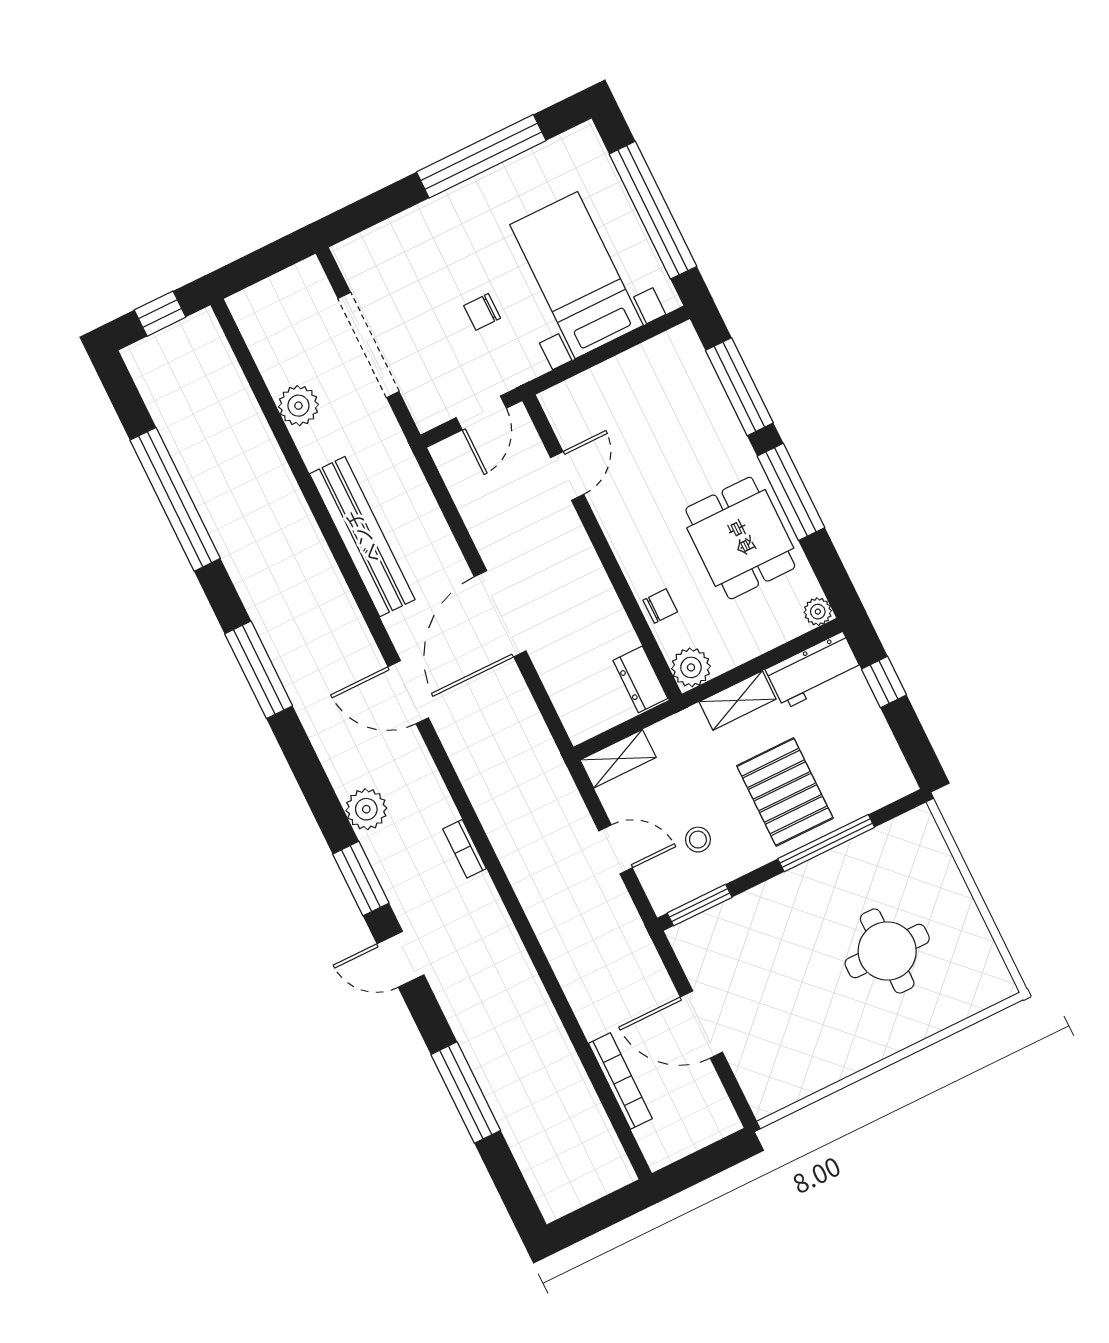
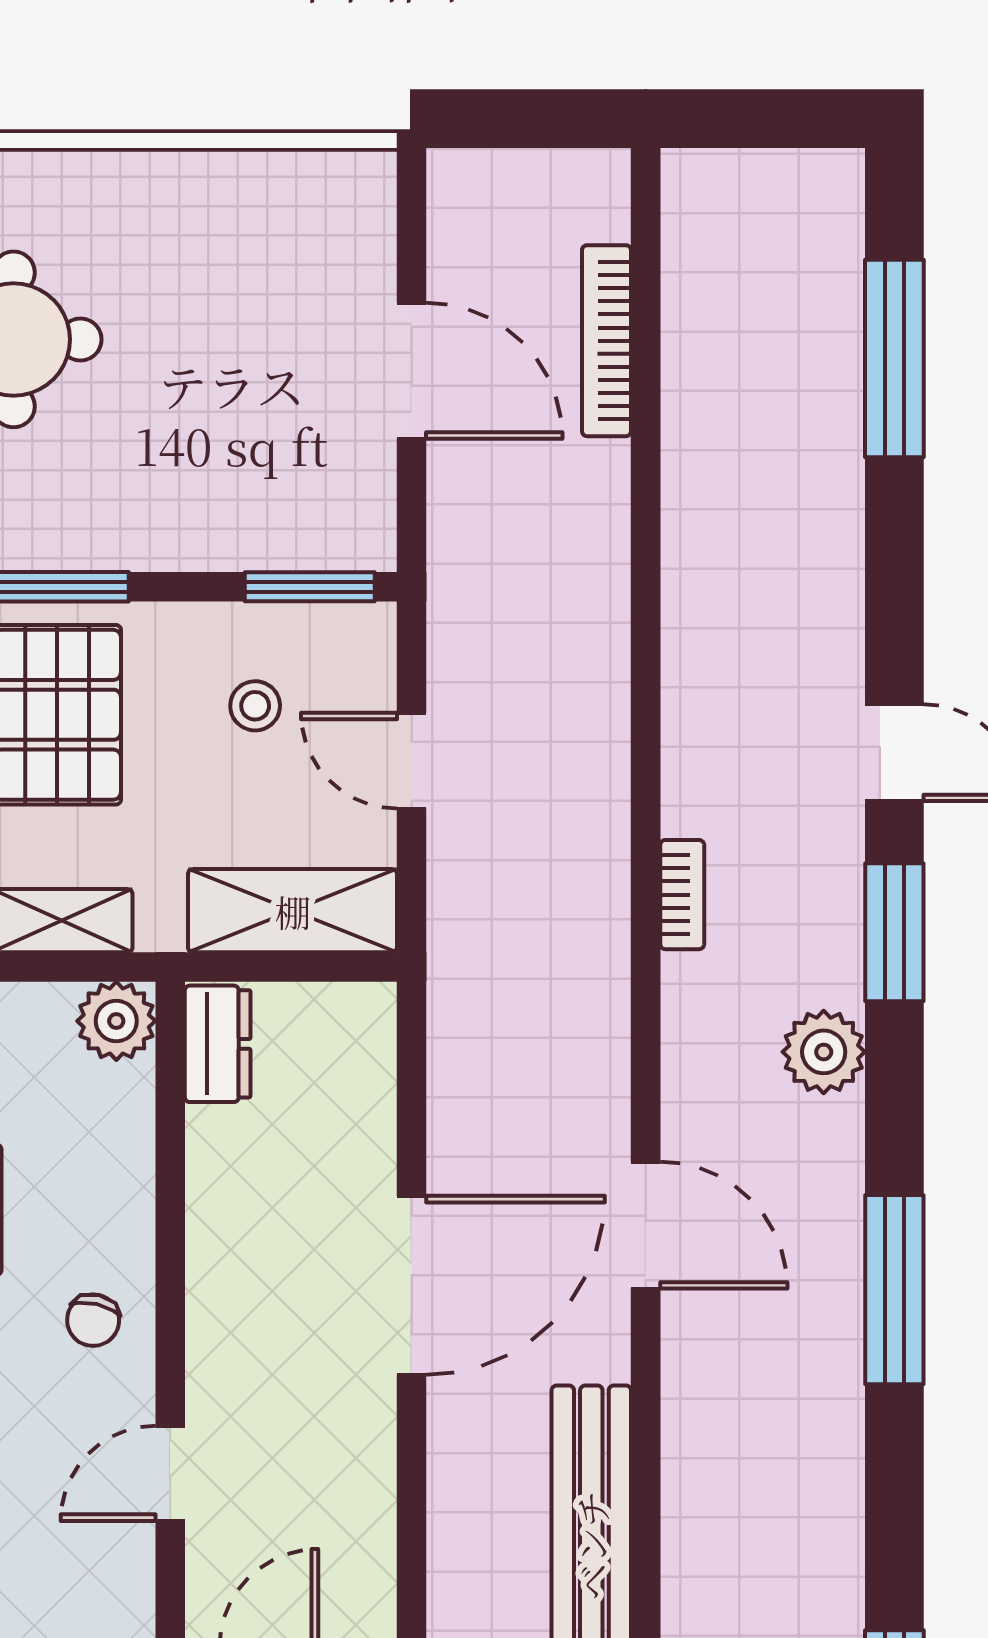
chair: (660, 606) -> (93, 1320), moved, turned -77
window: (259, 670) -> (894, 1290), moved
shelving: (618, 759) -> (293, 911), width x1.50, depth x1.33
window: (466, 1092) -> (894, 359), moved

